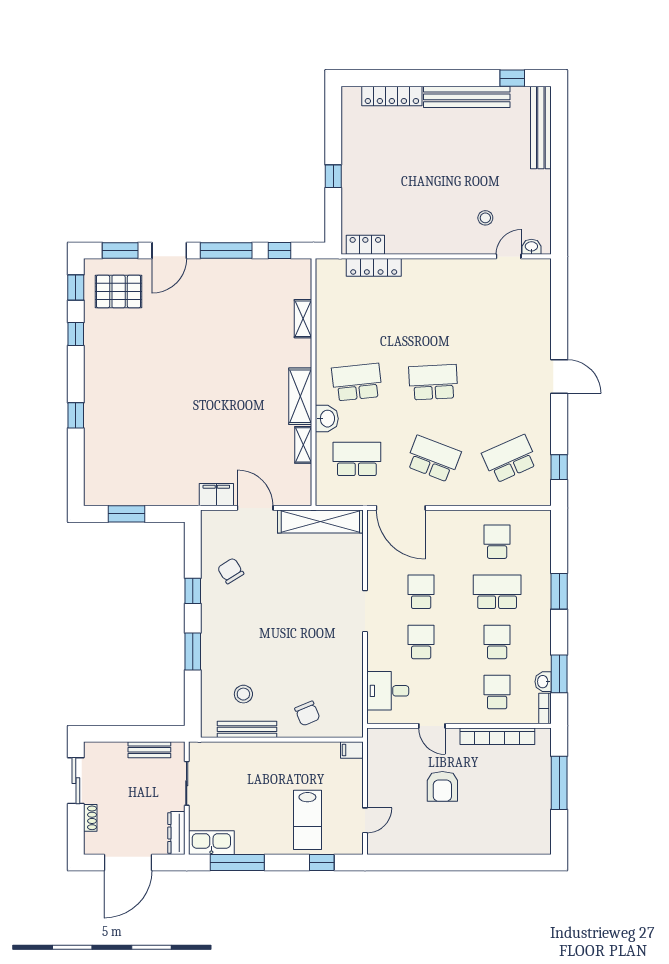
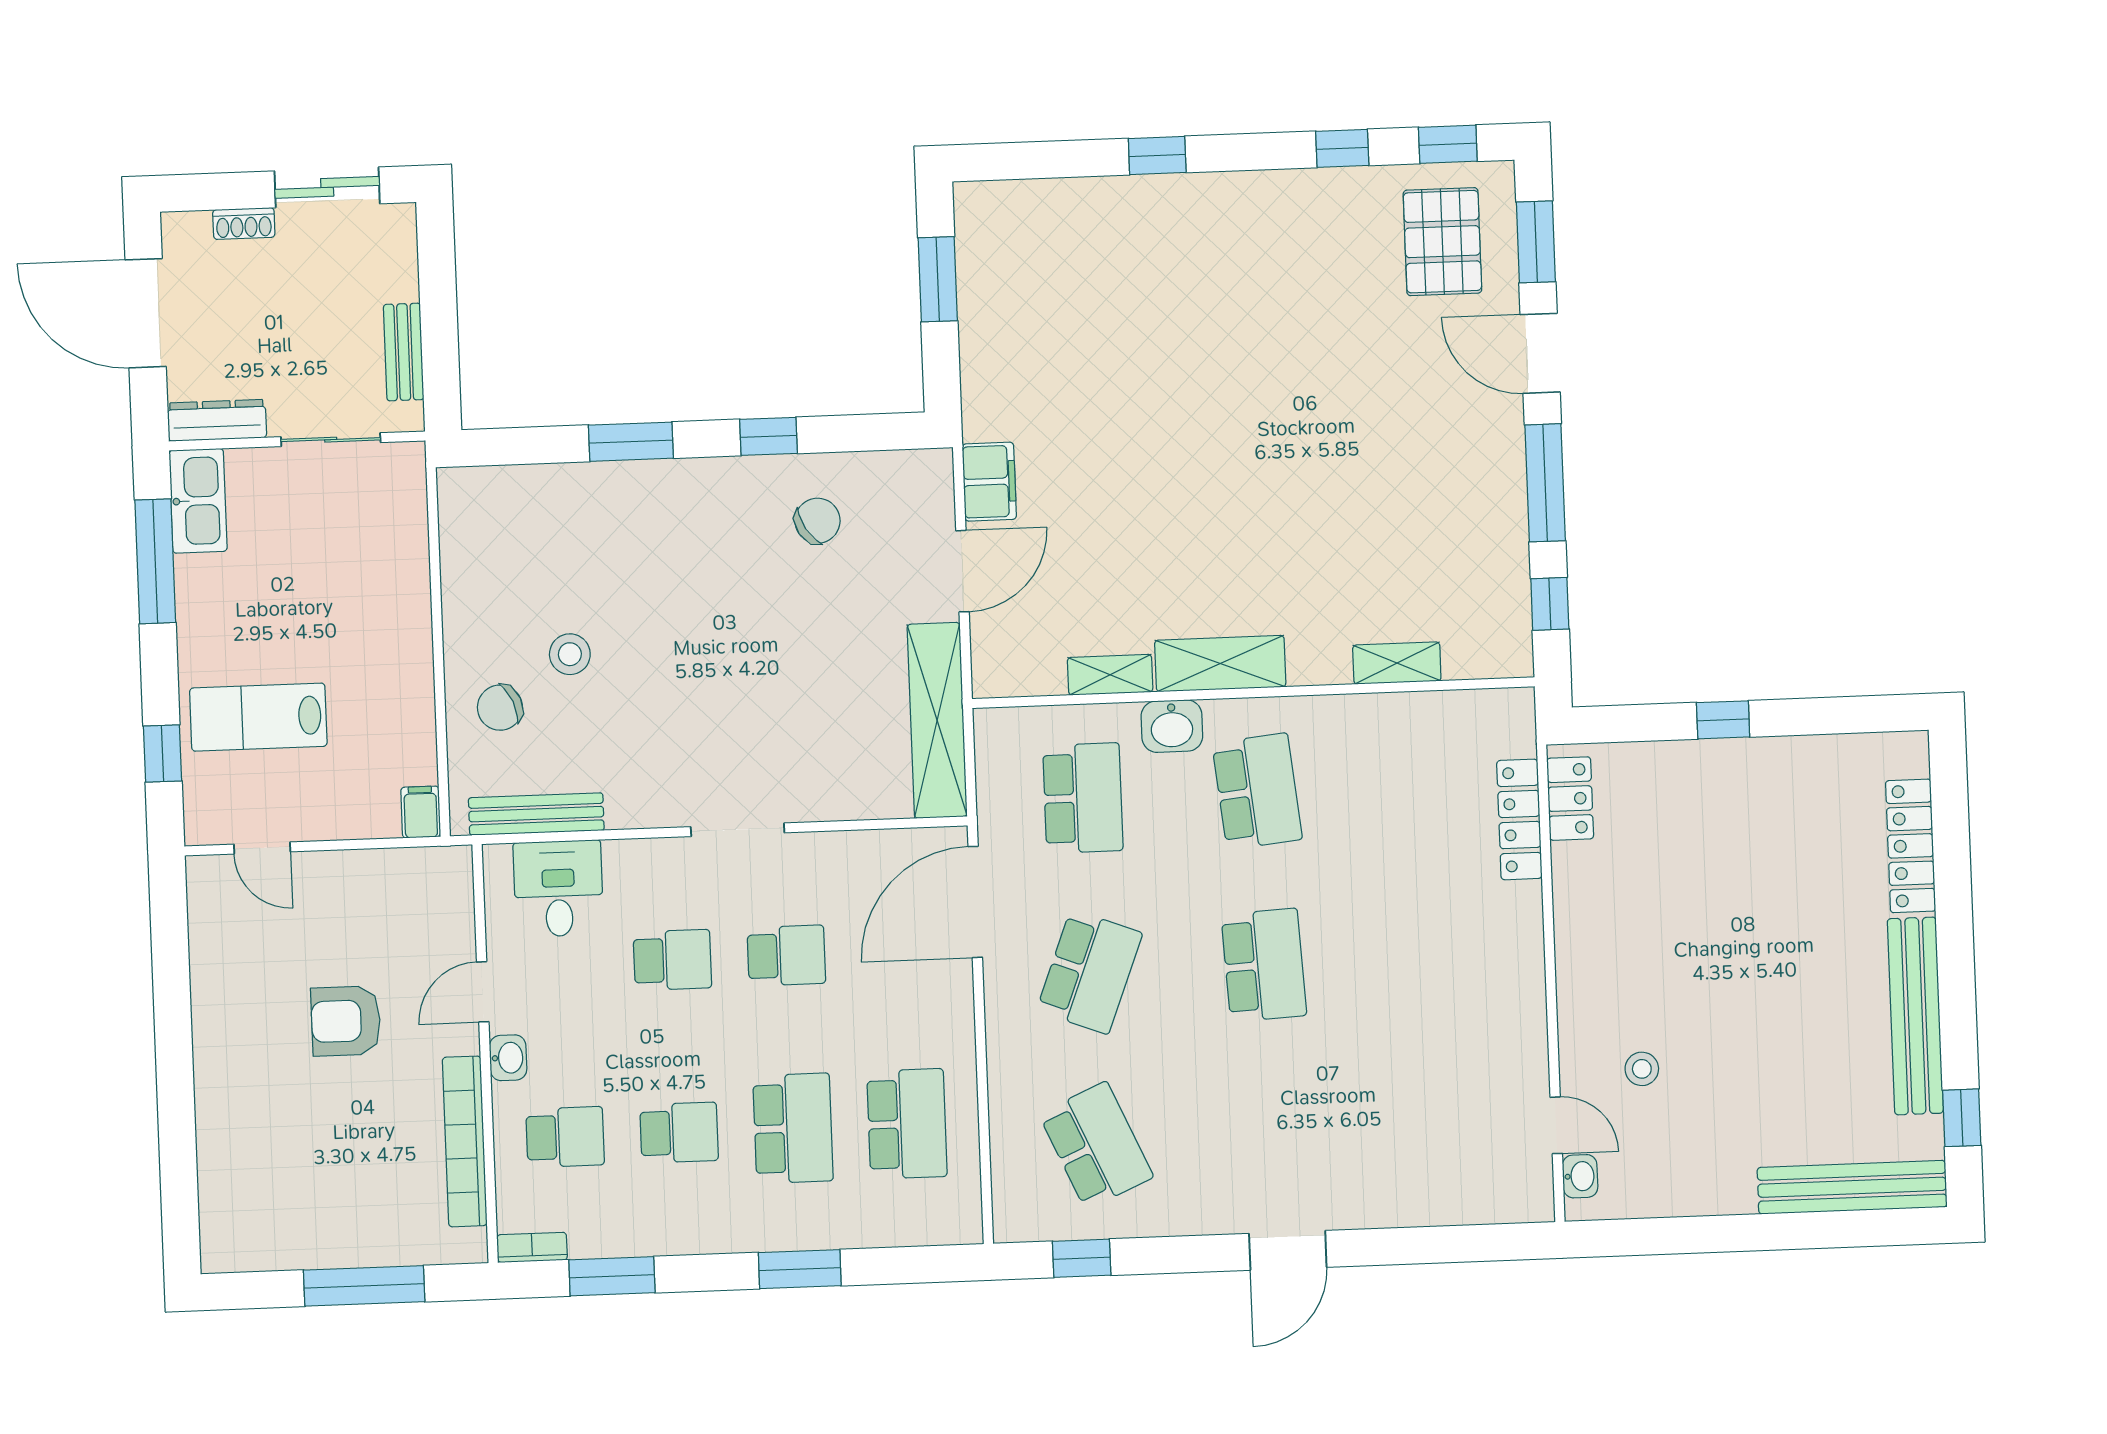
school desk: (497, 542) -> (907, 1124), width x1.85
washbasin: (543, 682) -> (508, 1058), moved, turned 90
stool: (243, 694) -> (570, 654), moved
bench: (247, 729) -> (536, 814), moved, turned 90

